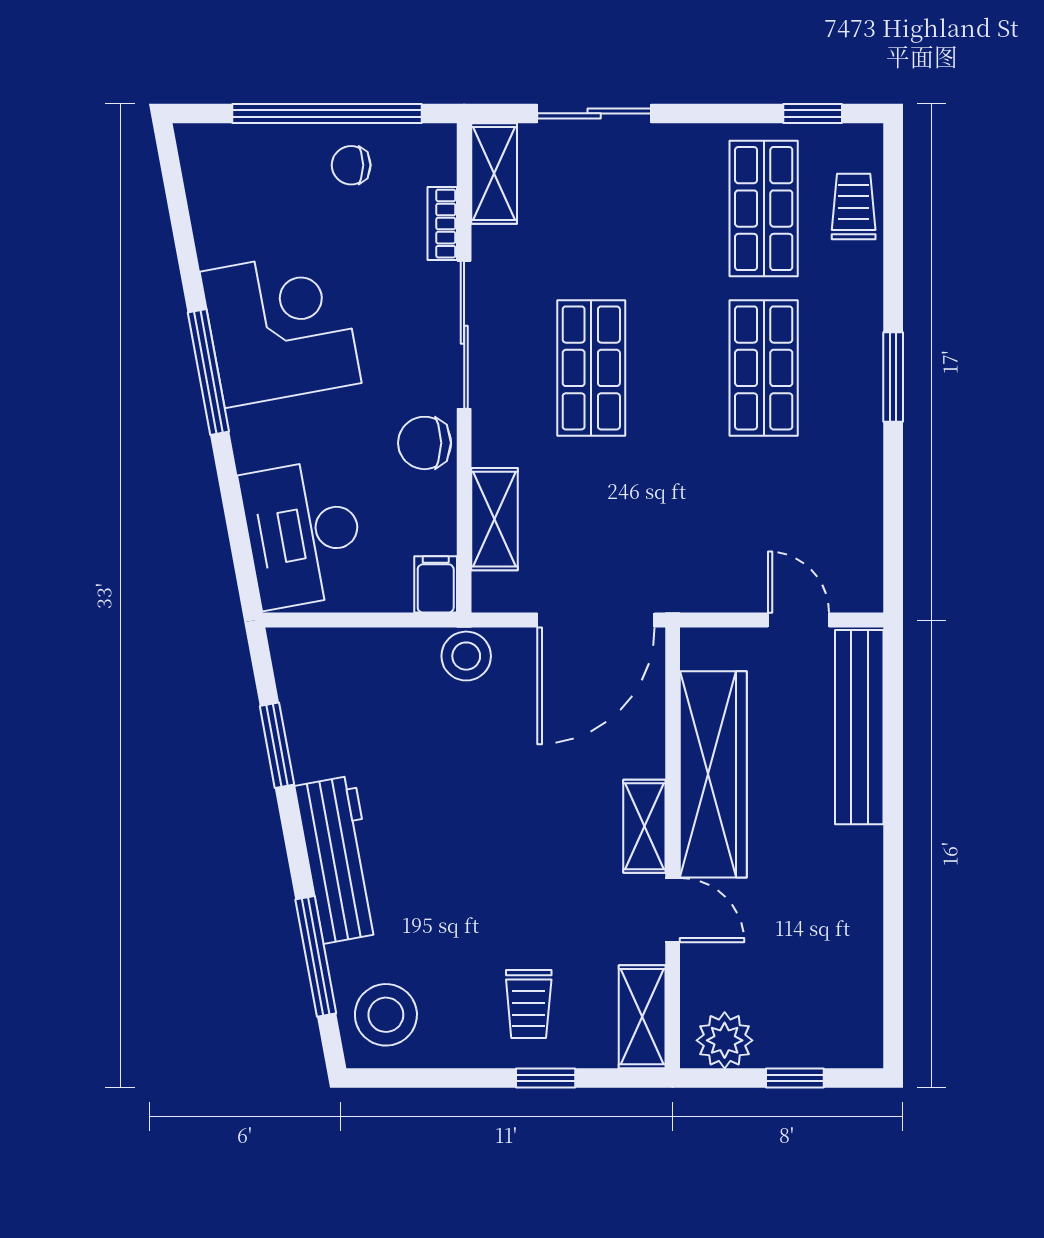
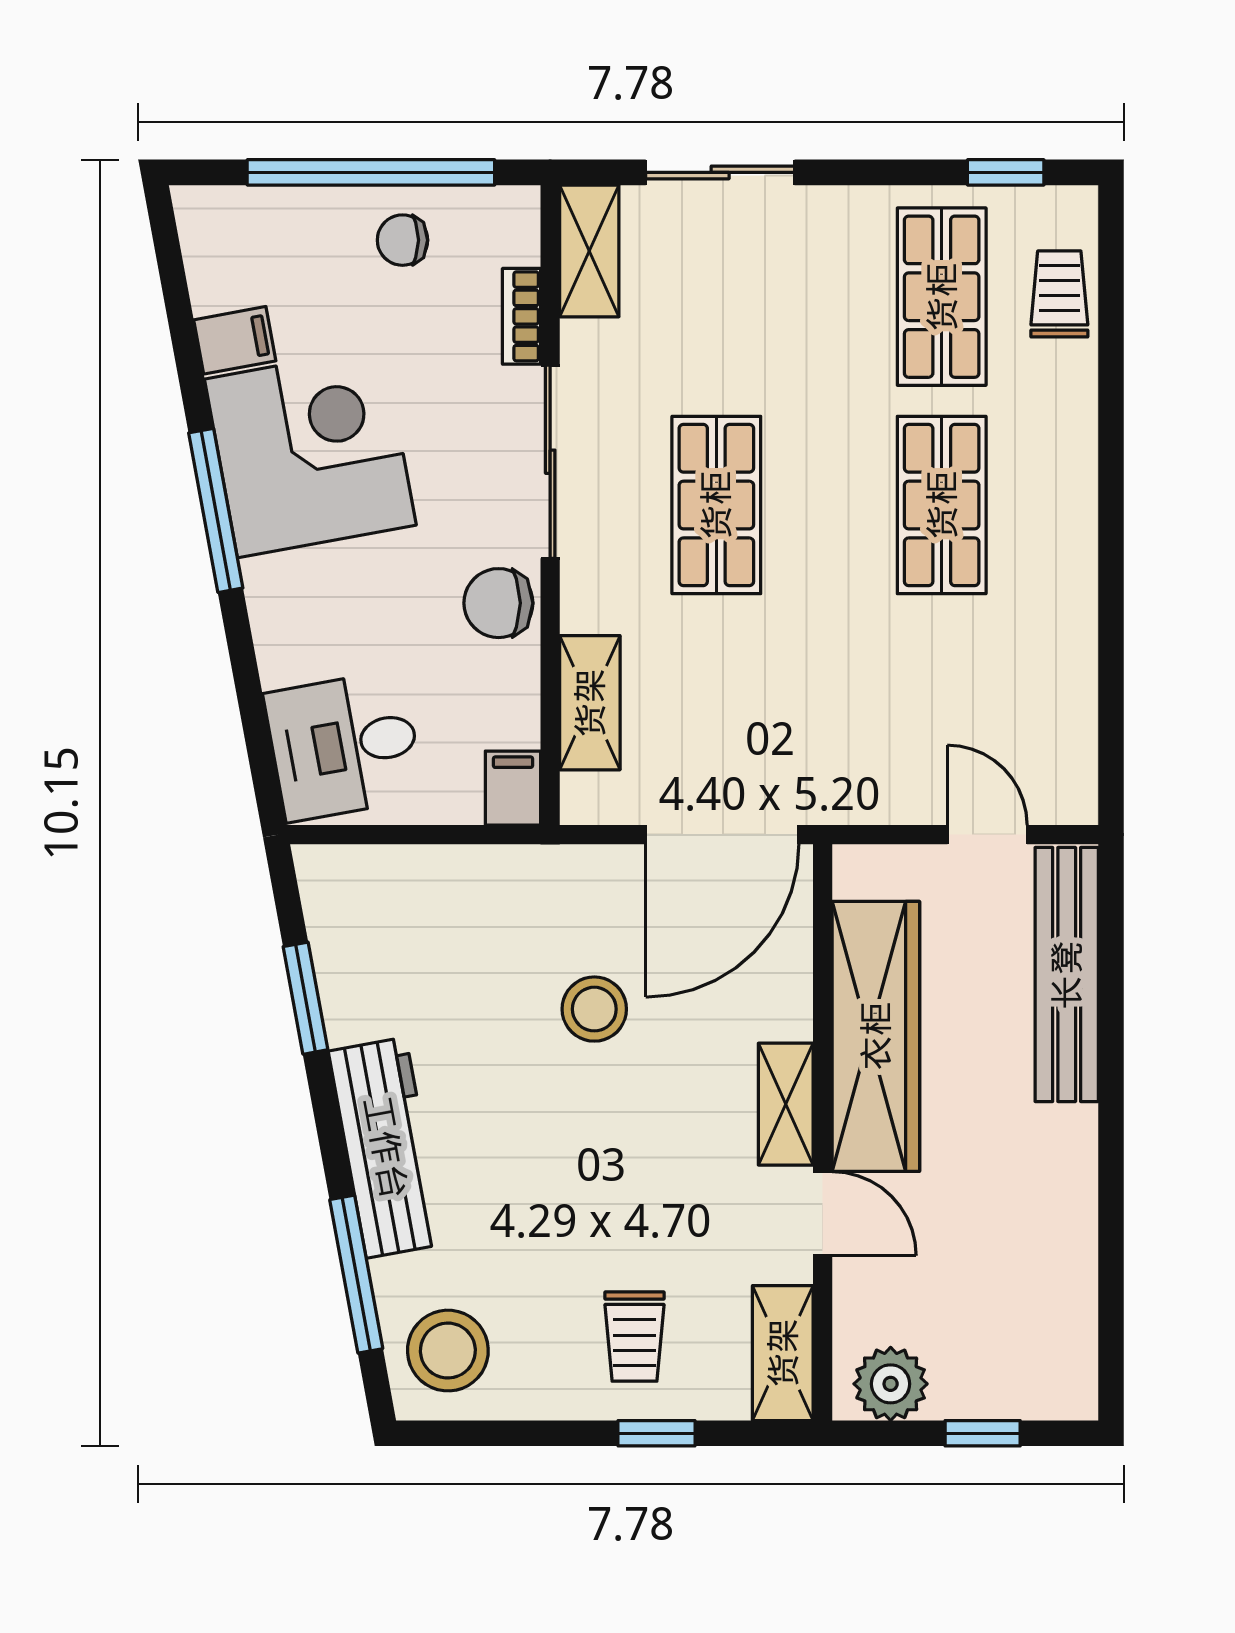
filing cabinet: (223, 242) -> (235, 340), added
window: (893, 377) -> (1111, 517), removed
desk: (303, 534) -> (344, 746), width x0.73
stool: (466, 656) -> (594, 1009), moved

